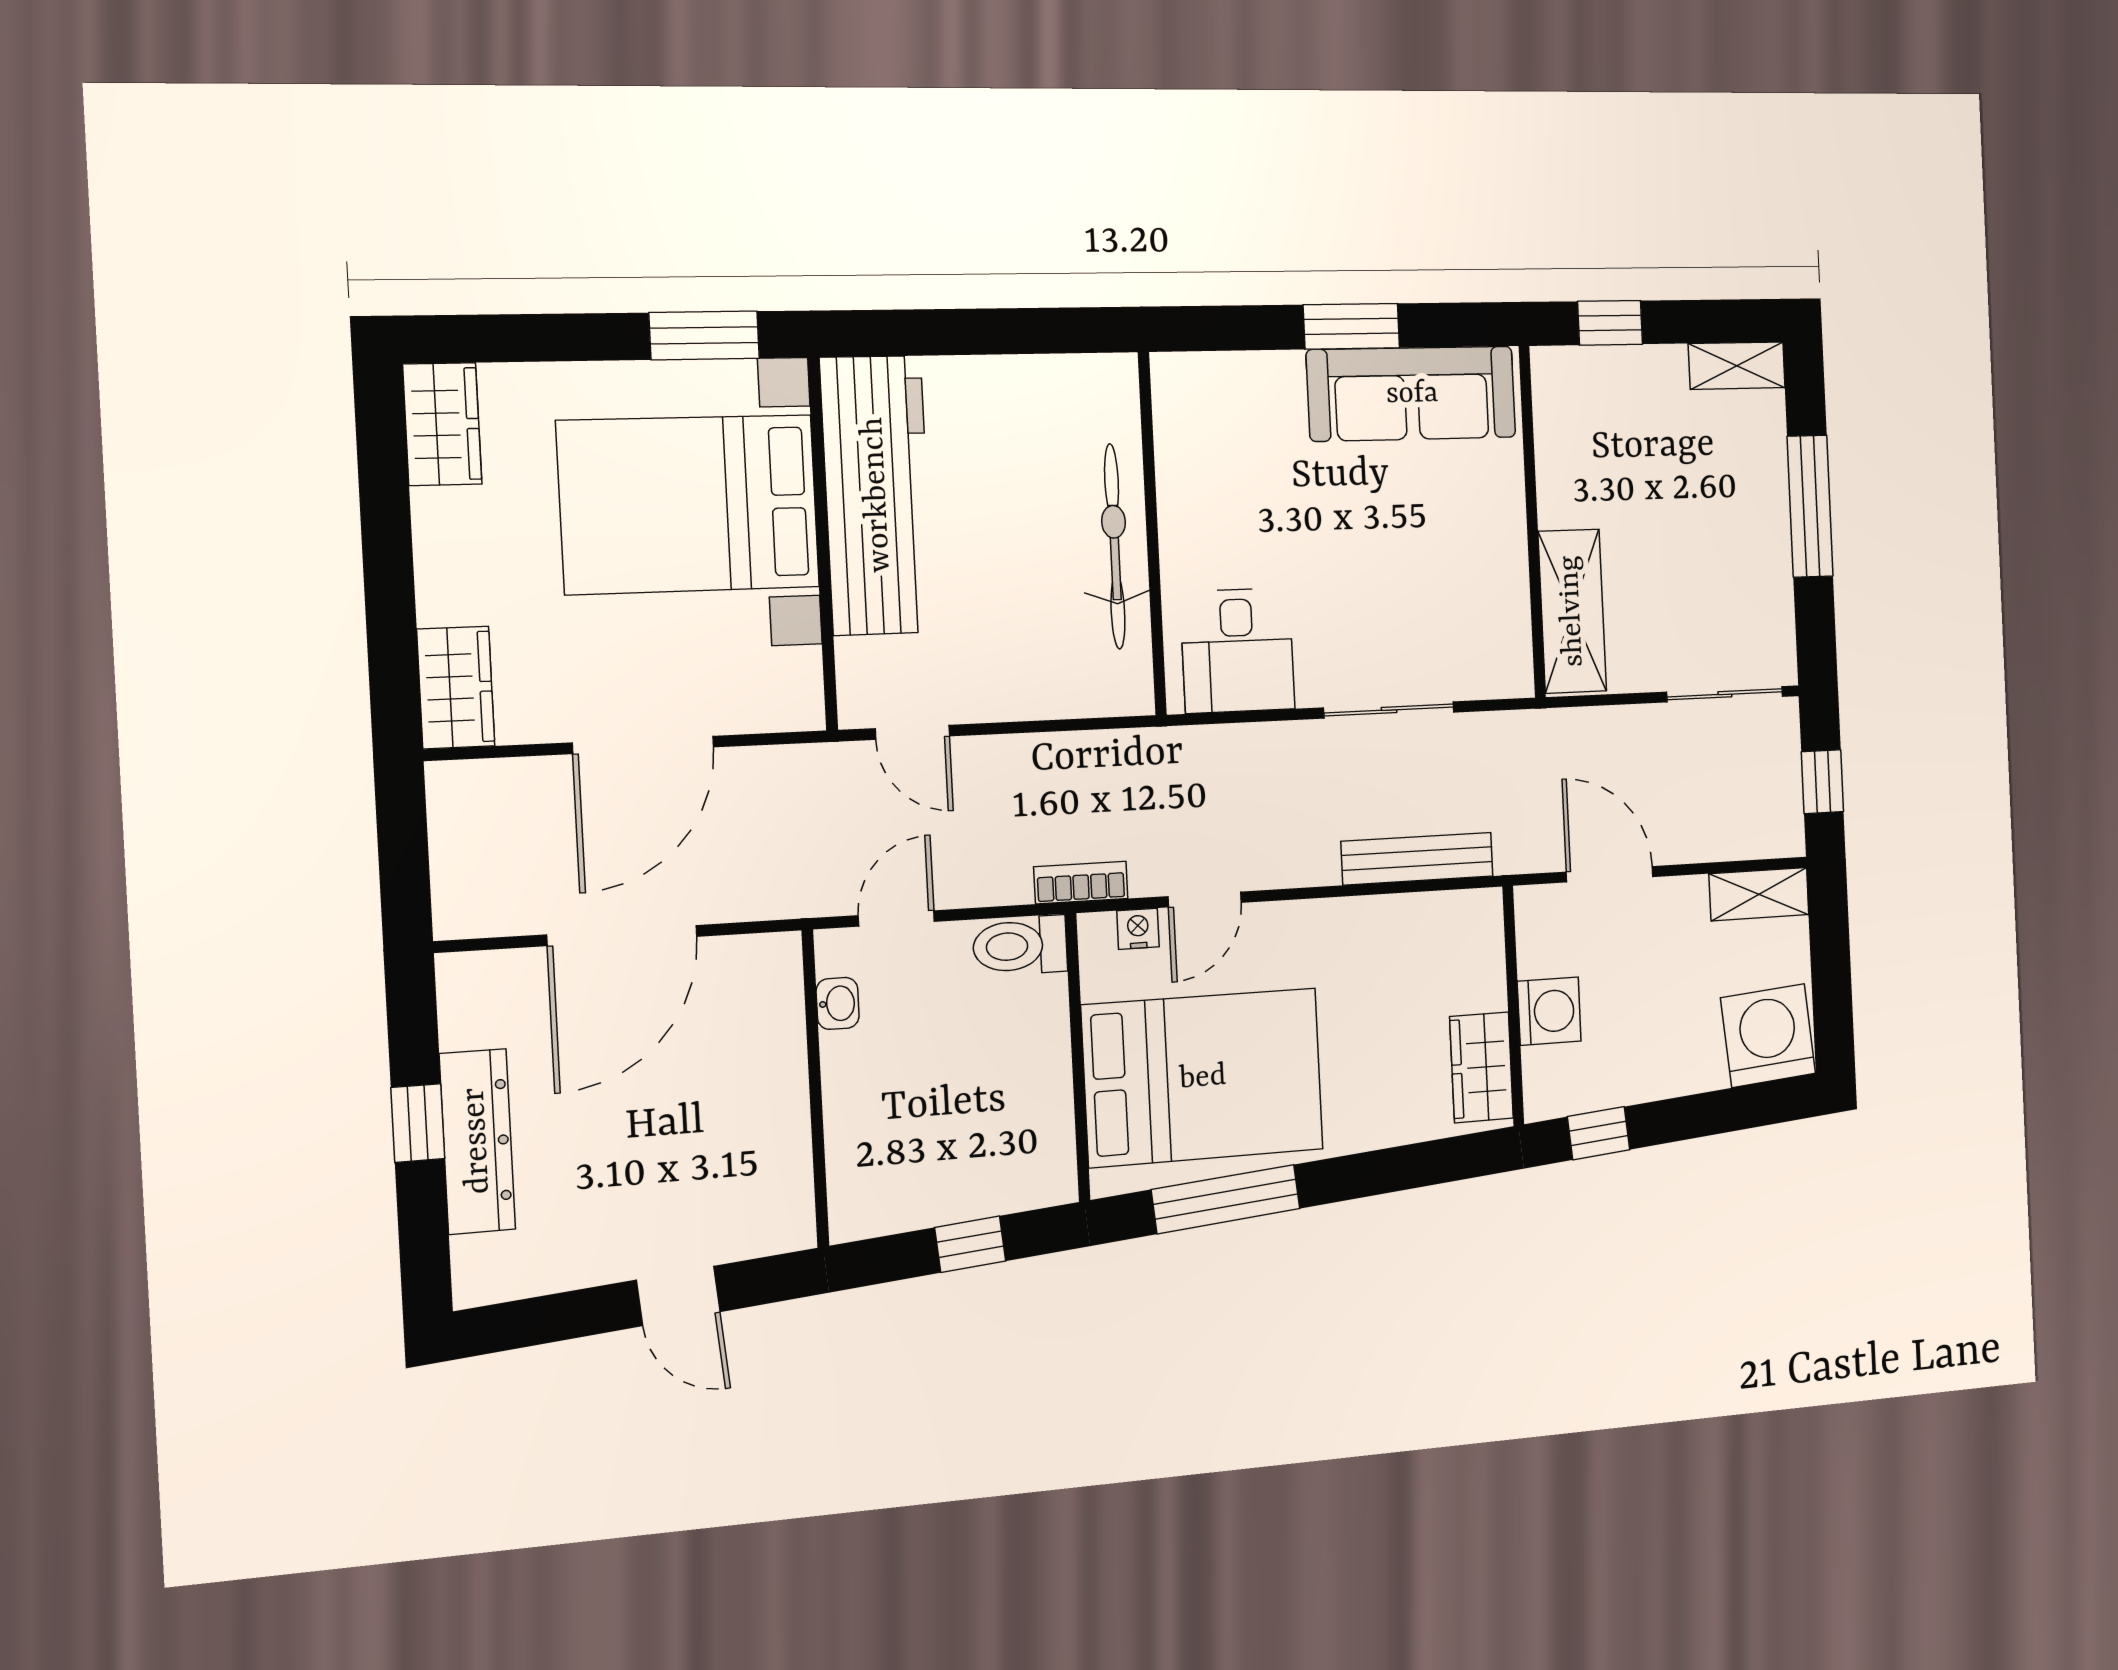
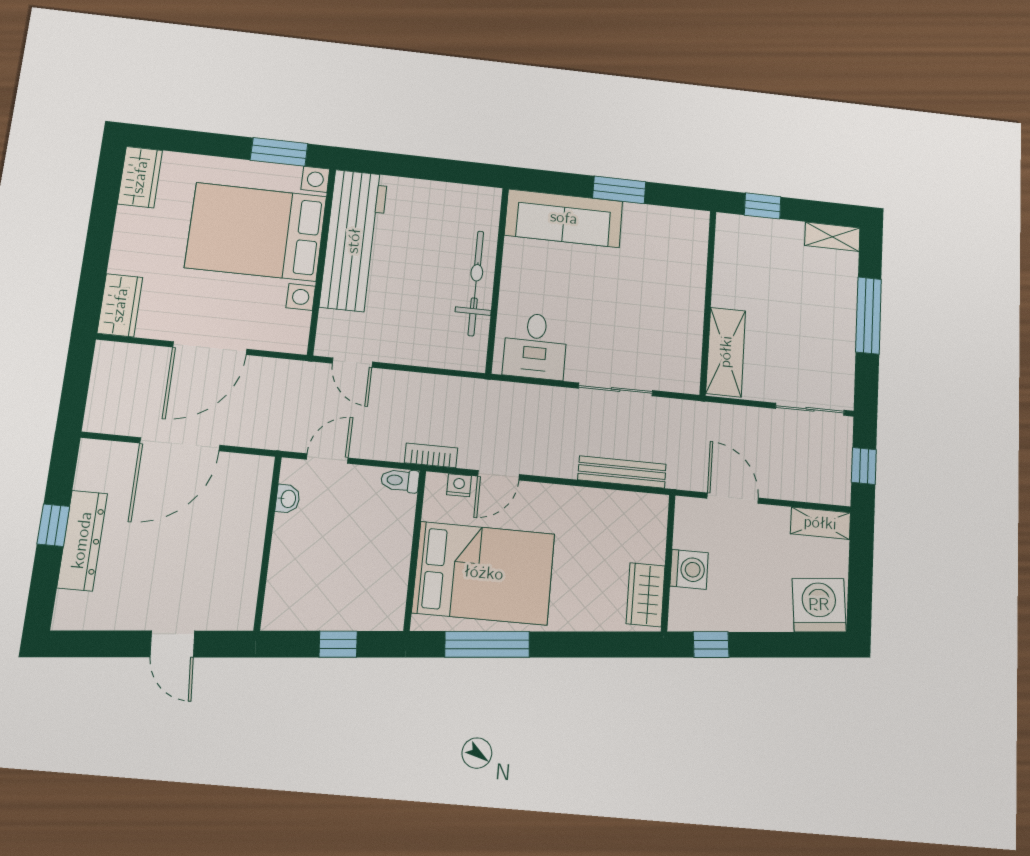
sofa: (1412, 394) -> (564, 218), moved
toilet: (1020, 946) -> (400, 480), width x0.73, depth x0.72

